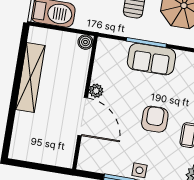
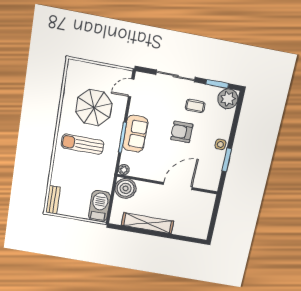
boiler: (85, 42) -> (126, 188), width x1.86, depth x1.86
plant: (96, 91) -> (124, 170), moved

